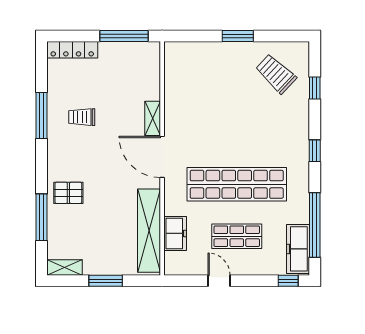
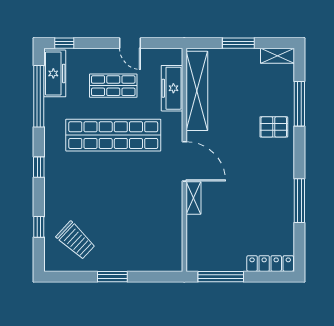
trolley: (82, 117) -> (261, 199), removed
freezer: (175, 233) -> (172, 88), width x1.40

